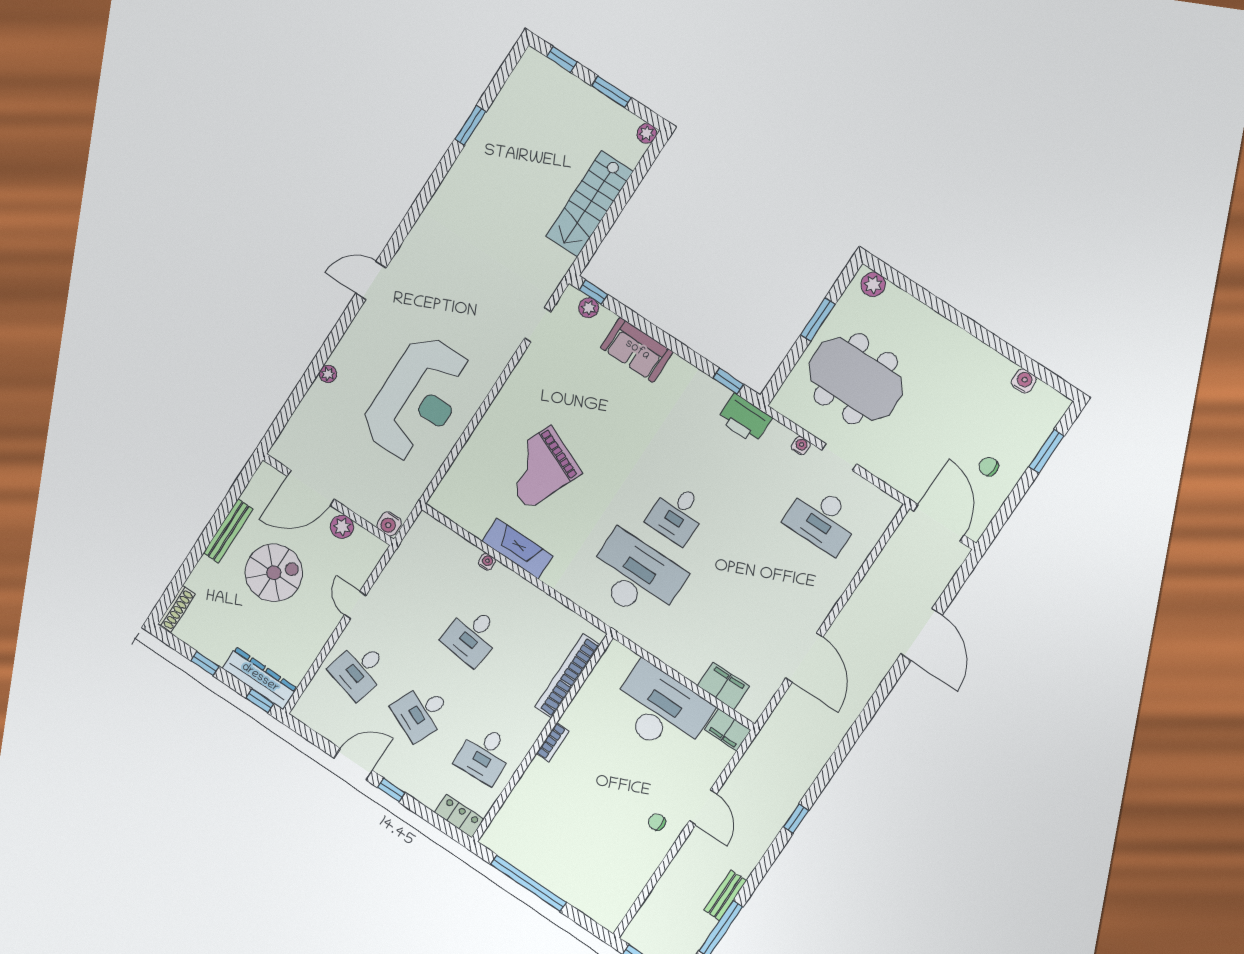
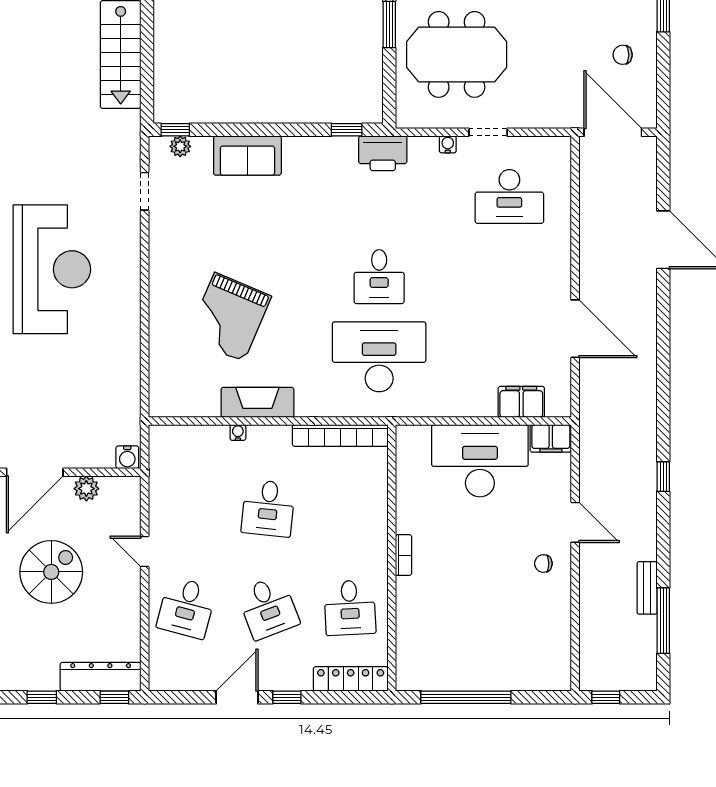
reception desk: (418, 399) -> (52, 269), moved
bookcase: (567, 676) -> (340, 435), moved, turned -90
desk: (422, 712) -> (268, 608), turned -45
locker: (459, 816) -> (351, 679), width x1.53

